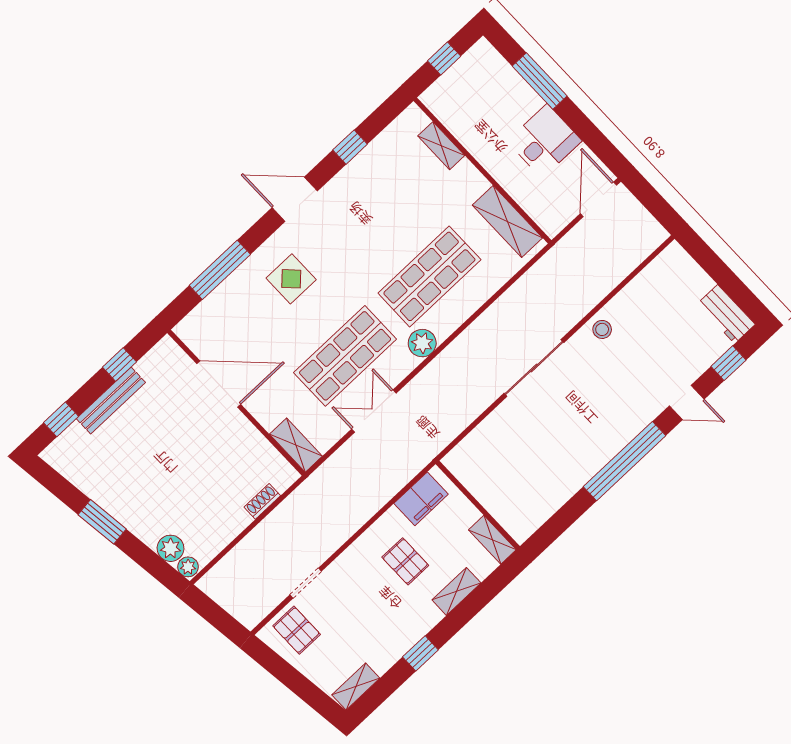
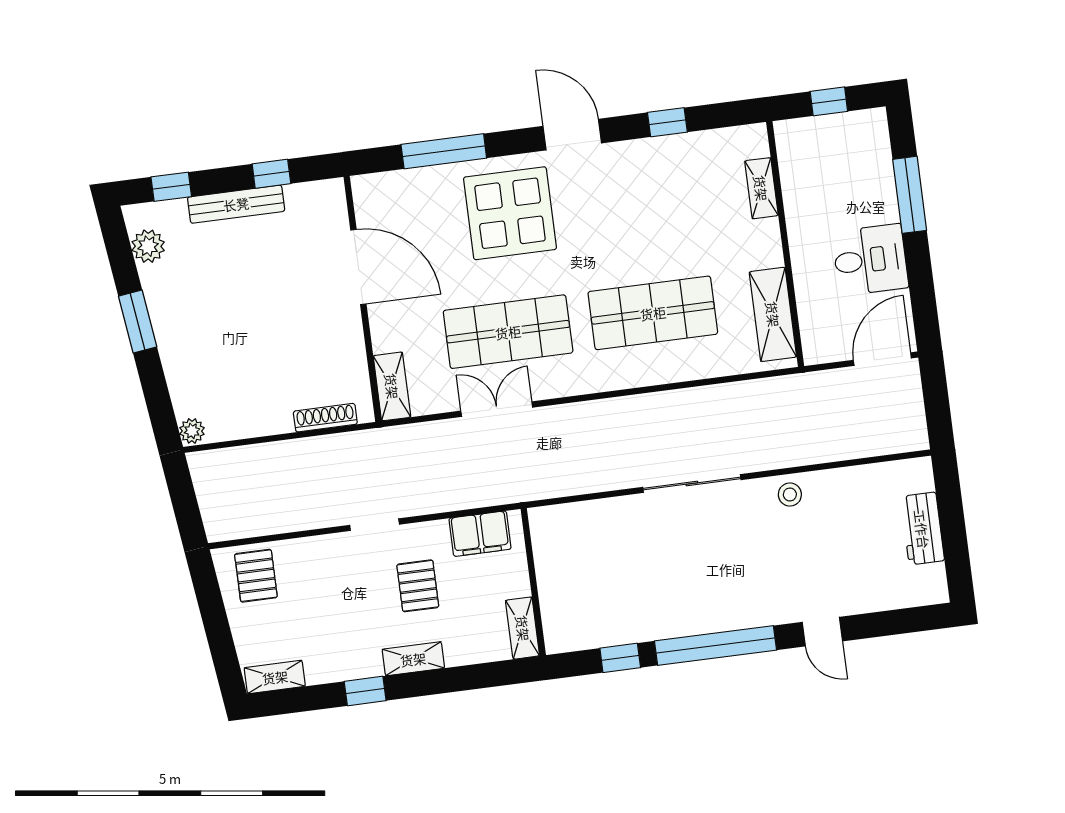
display table: (291, 279) -> (510, 213), width x1.86, depth x1.86
workbench: (726, 314) -> (922, 529), moved
plant: (422, 343) -> (596, 376), removed
window: (728, 363) -> (620, 658), moved
shoe rack: (262, 501) -> (325, 418), width x1.43
plant: (170, 548) -> (148, 246), moved
doorway: (306, 583) -> (375, 525), moved
shelving: (456, 591) -> (413, 659), moved

